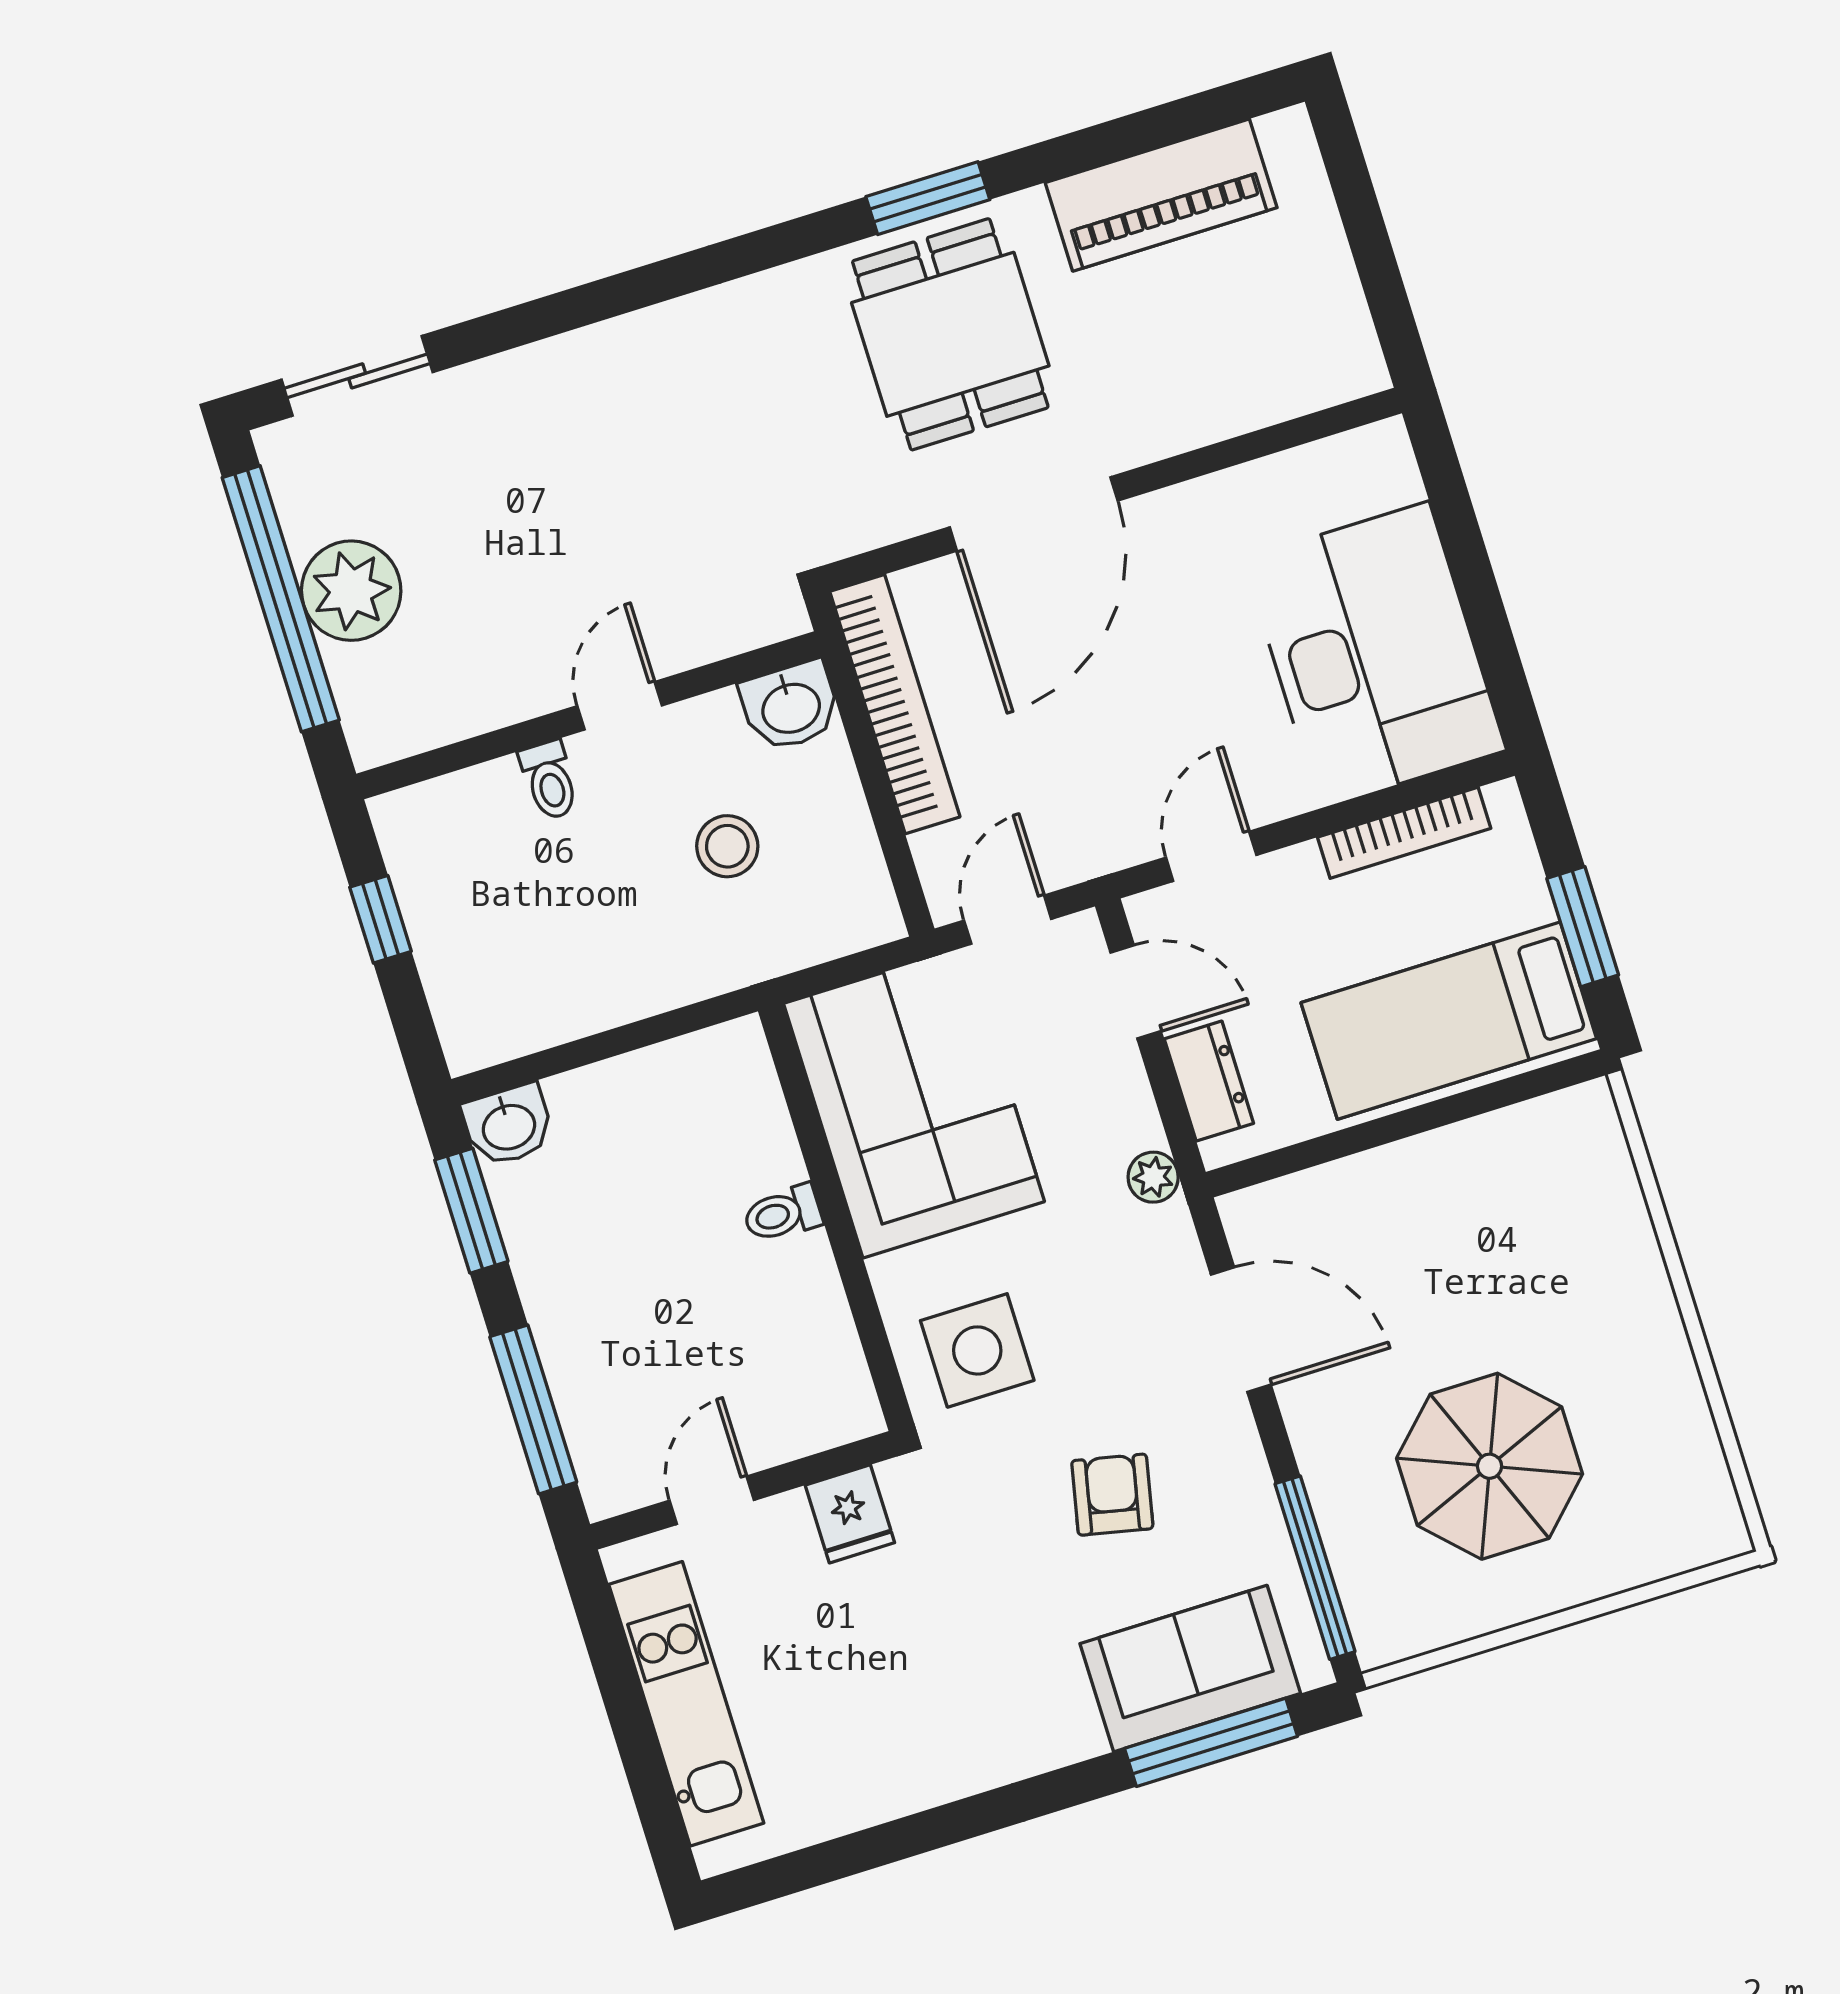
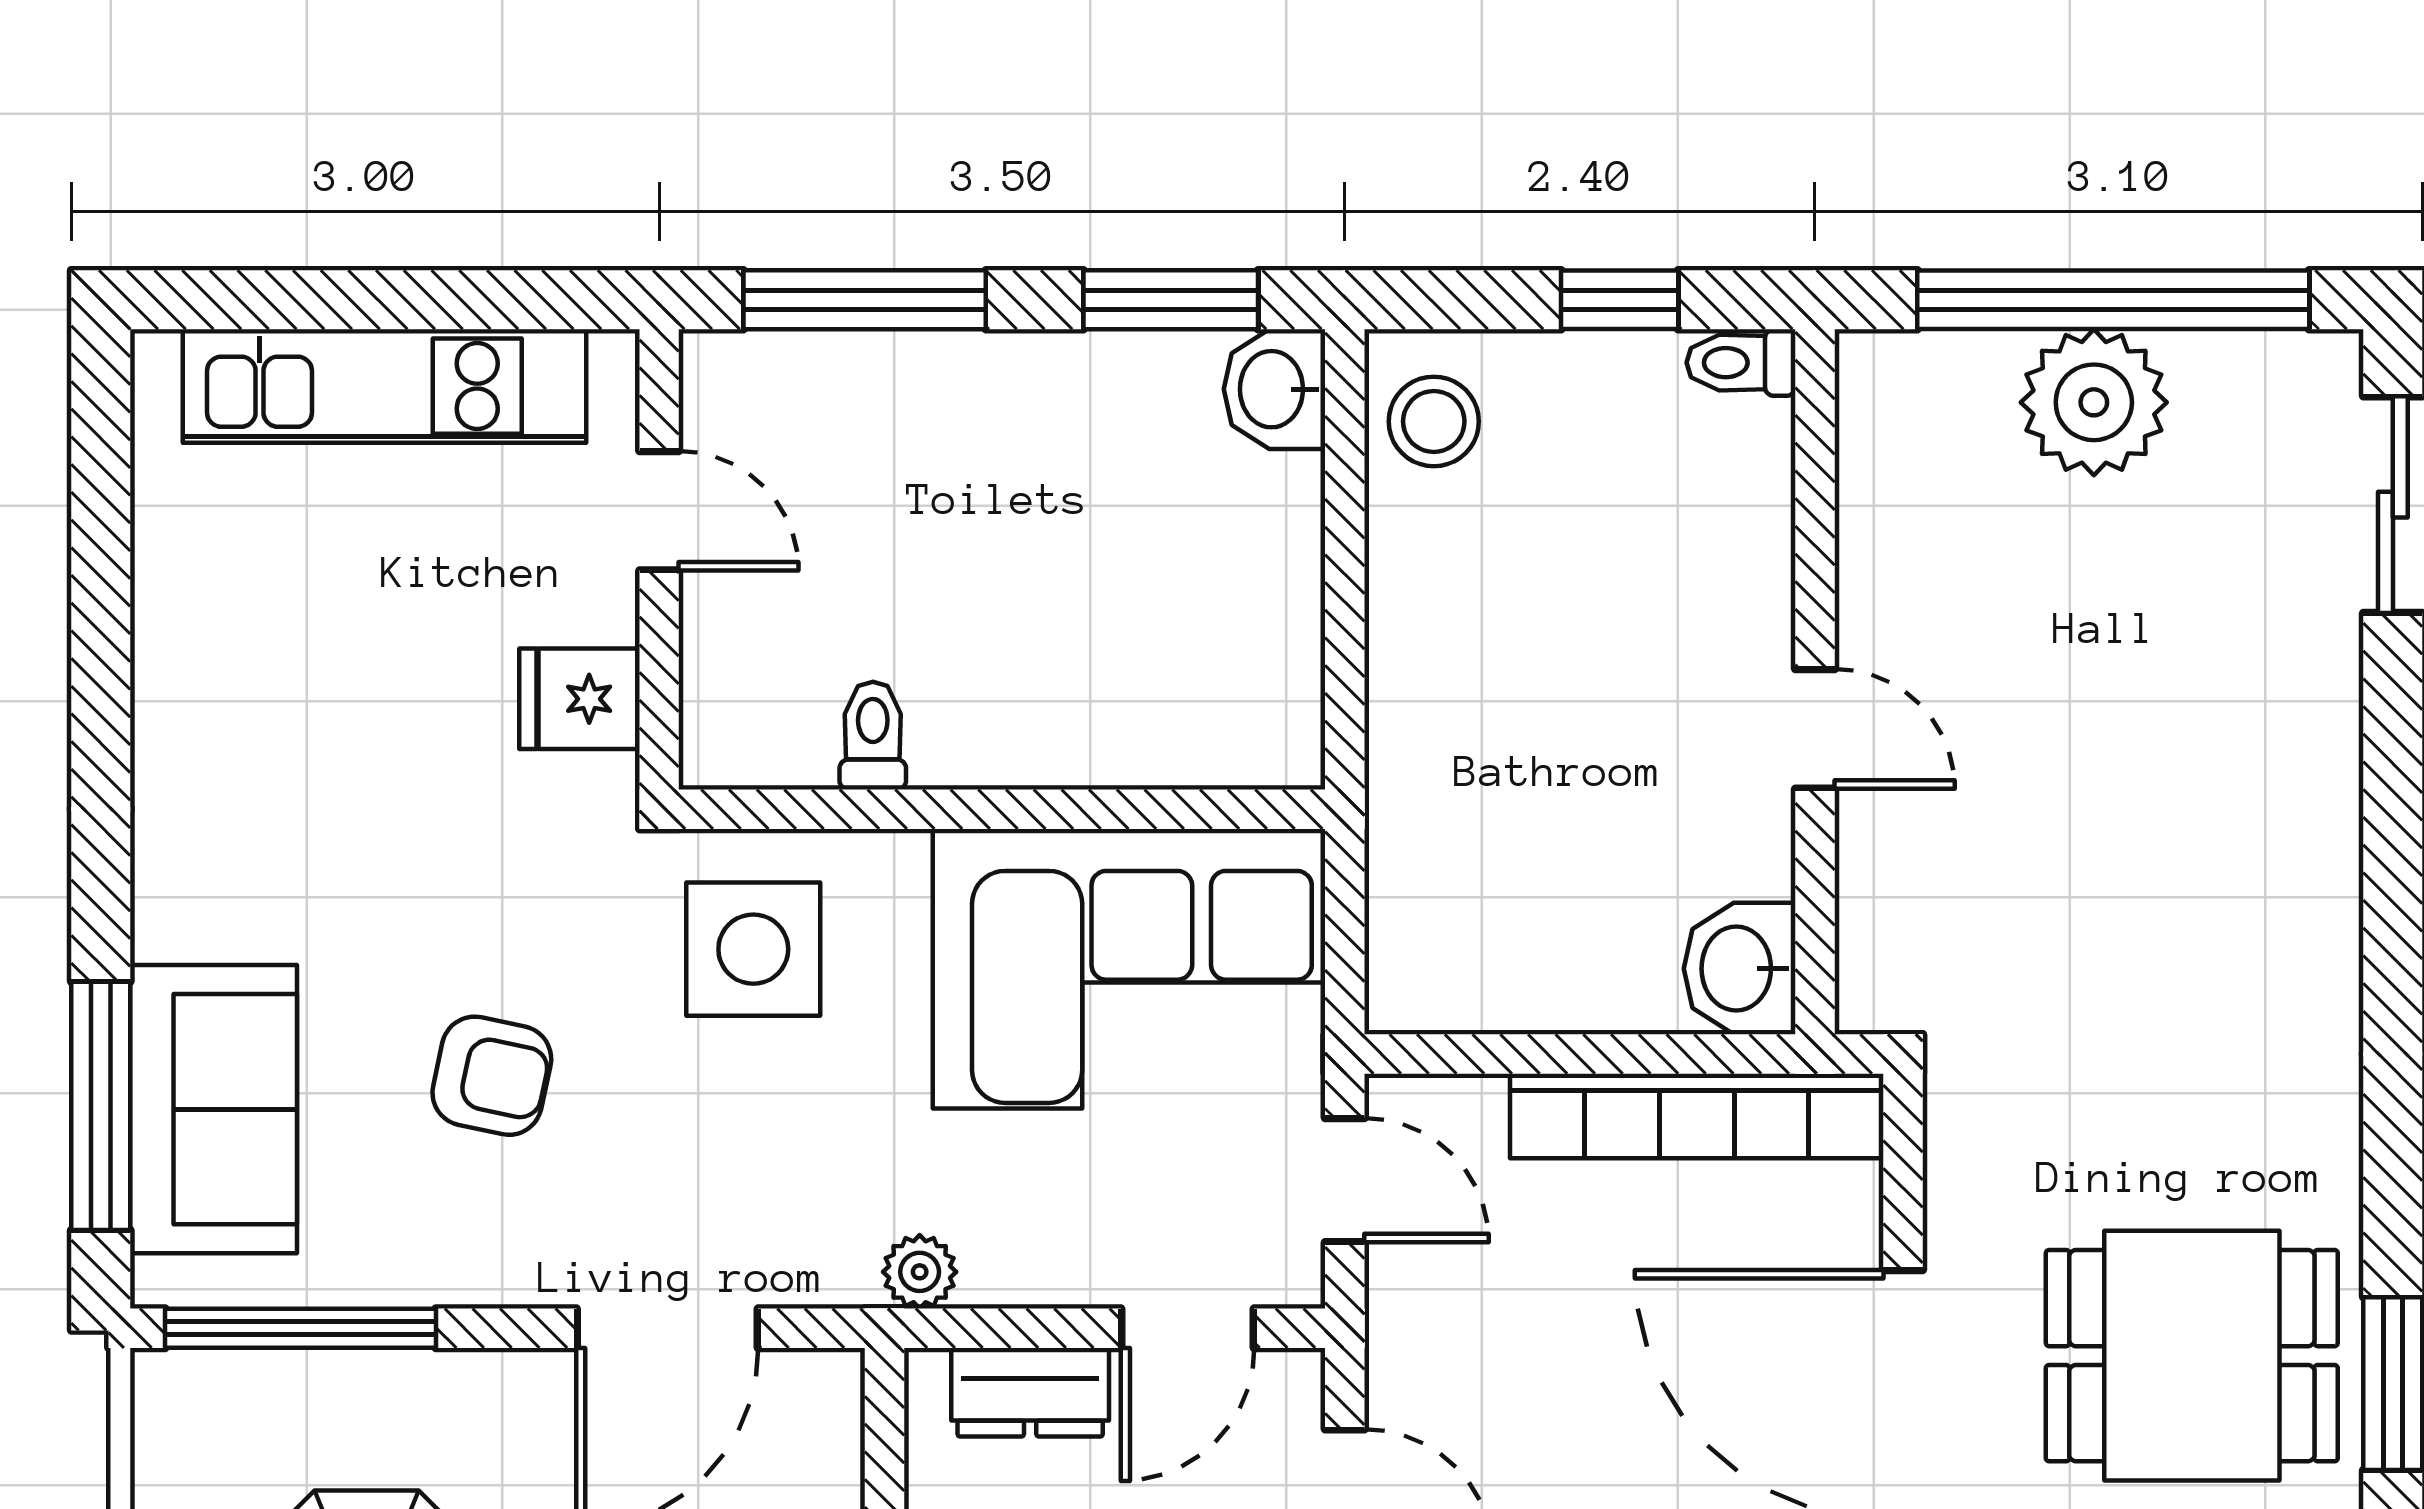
toilet: (549, 780) -> (1741, 363), moved
stool: (727, 846) -> (1434, 421), moved
toilet: (783, 1214) -> (873, 736), moved

